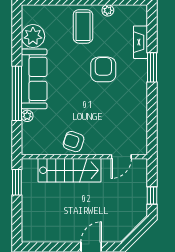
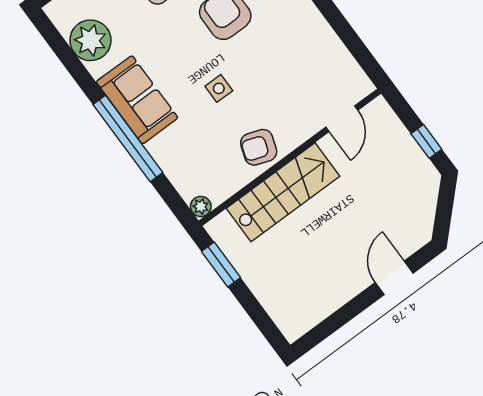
sofa: (34, 79) -> (137, 100), width x0.73
side table: (75, 101) -> (219, 88), added
plant: (27, 116) -> (201, 206), moved

